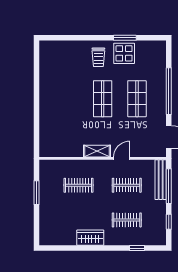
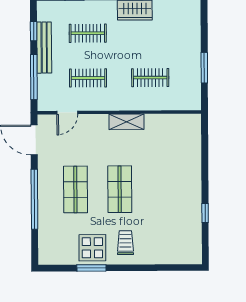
window: (36, 80) -> (205, 213), added
door: (122, 158) -> (67, 113), moved
bench: (161, 180) -> (44, 48), moved

